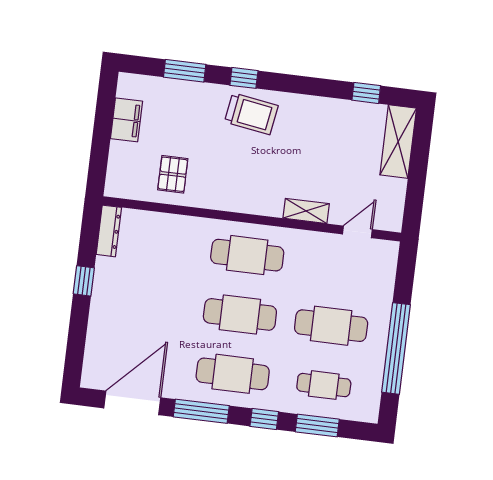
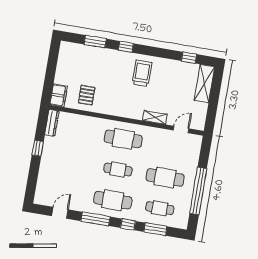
trolley: (251, 114) -> (142, 73), moved, turned -99
filing cabinet: (126, 120) -> (59, 95), moved
cafe table: (240, 314) -> (118, 170), width x0.73, depth x0.74
door: (132, 403) -> (60, 213), width x0.53

